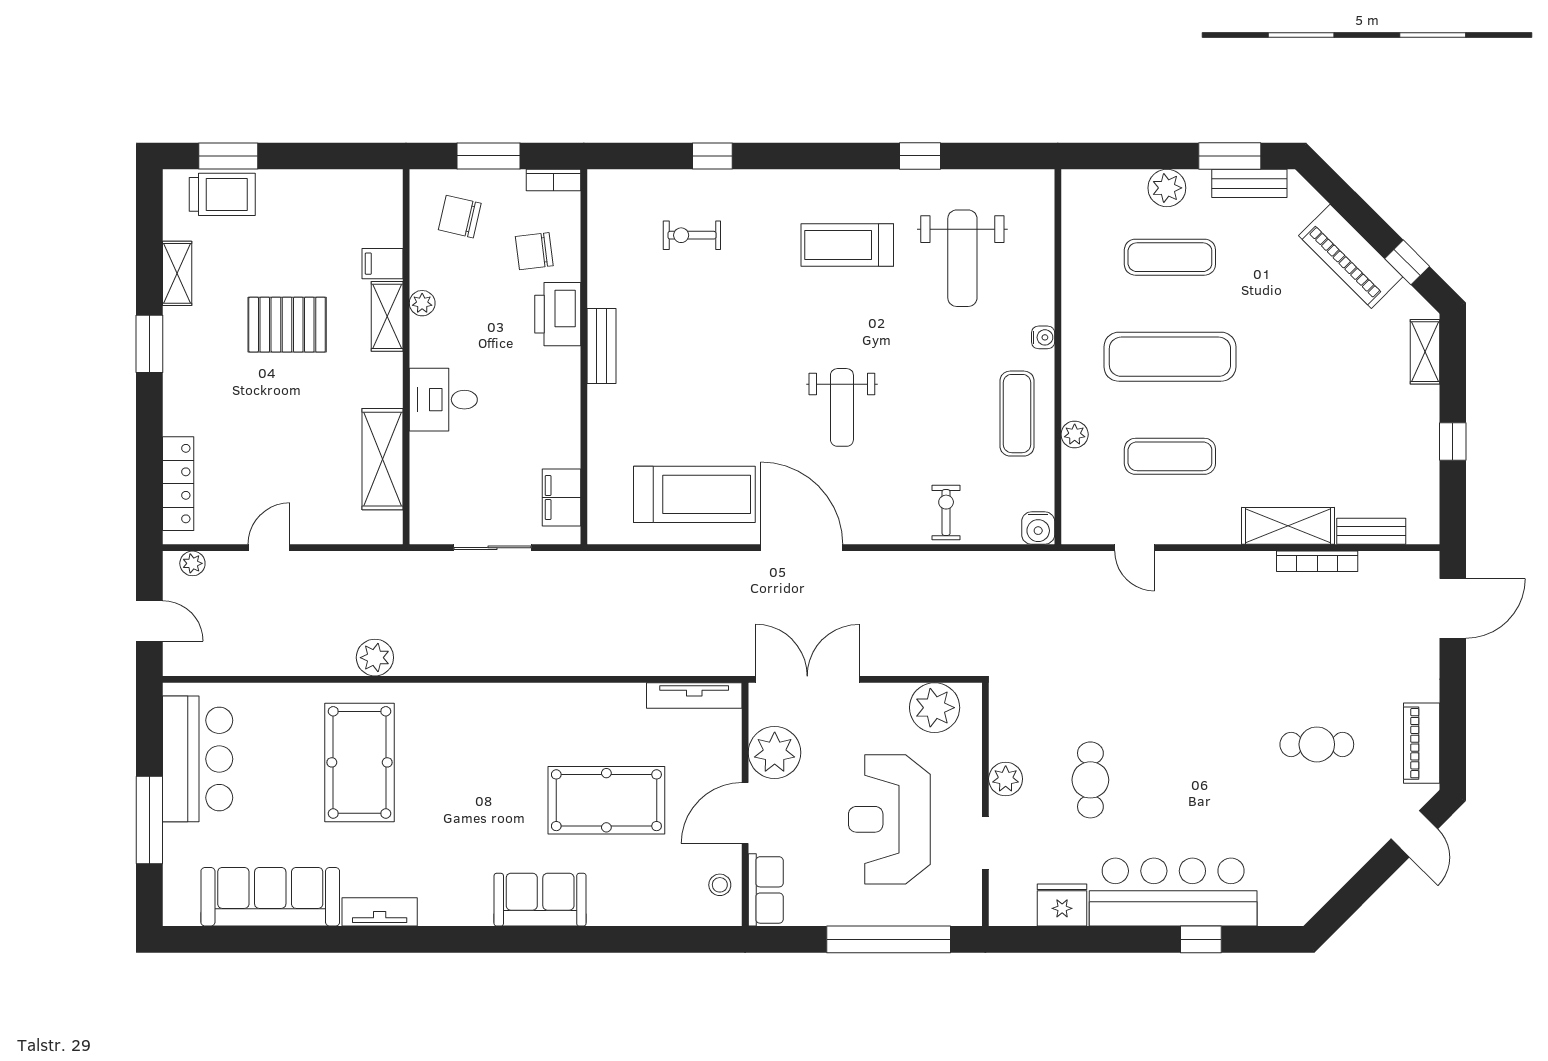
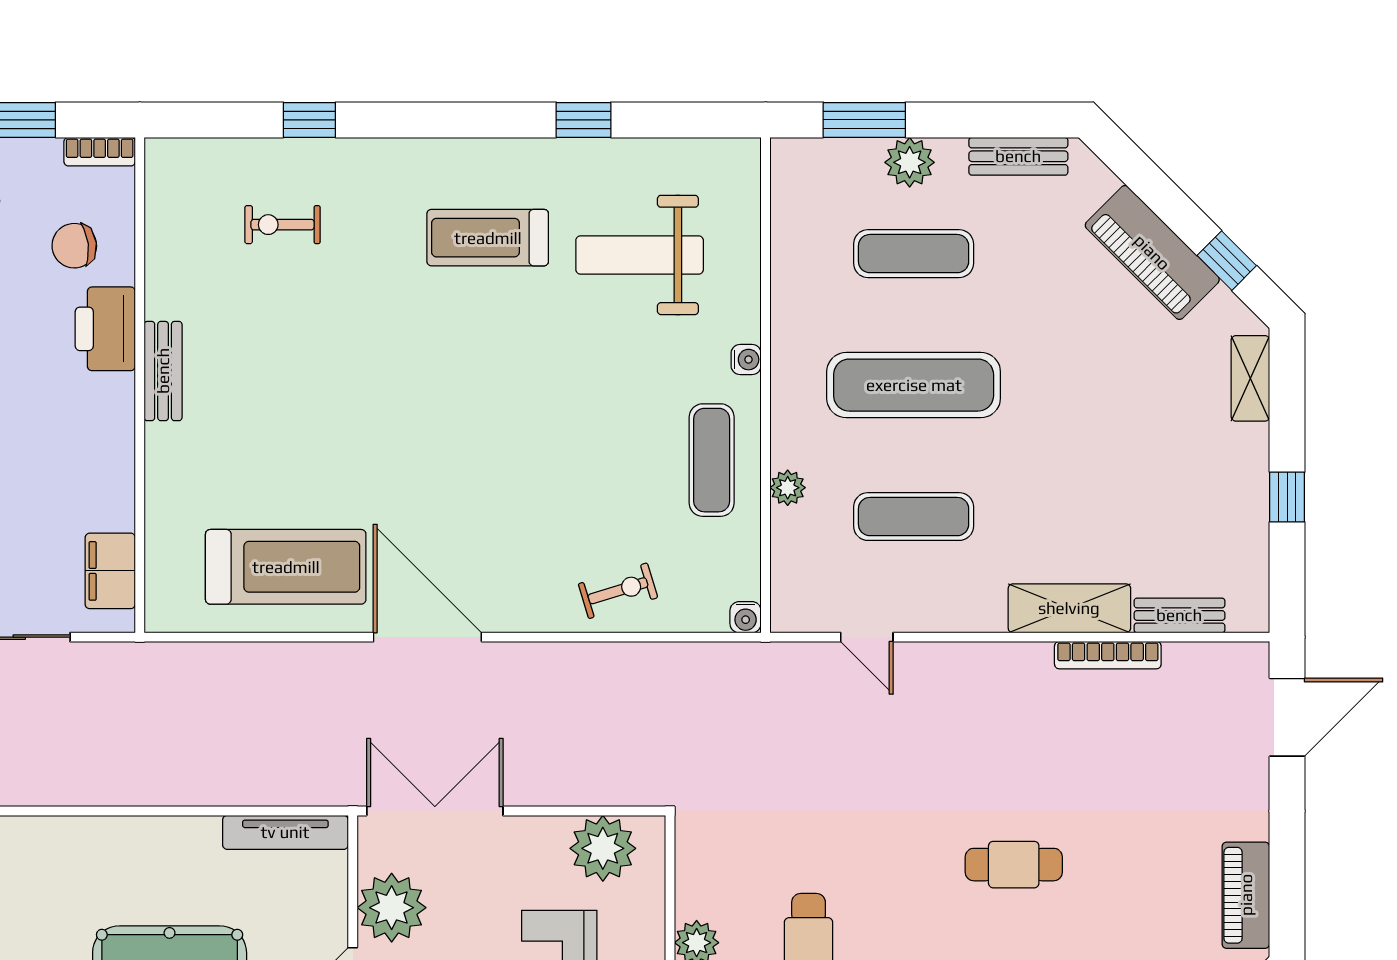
window: (1230, 156) -> (864, 120), moved
weight bench: (962, 258) -> (640, 255), turned 90
weight bench: (842, 407) -> (481, 452), removed
exercise bike: (946, 513) -> (618, 591), turned 73
water cooler: (1038, 528) -> (746, 617), width x0.72, depth x0.72
cafe table: (1317, 744) -> (1014, 865), moved

